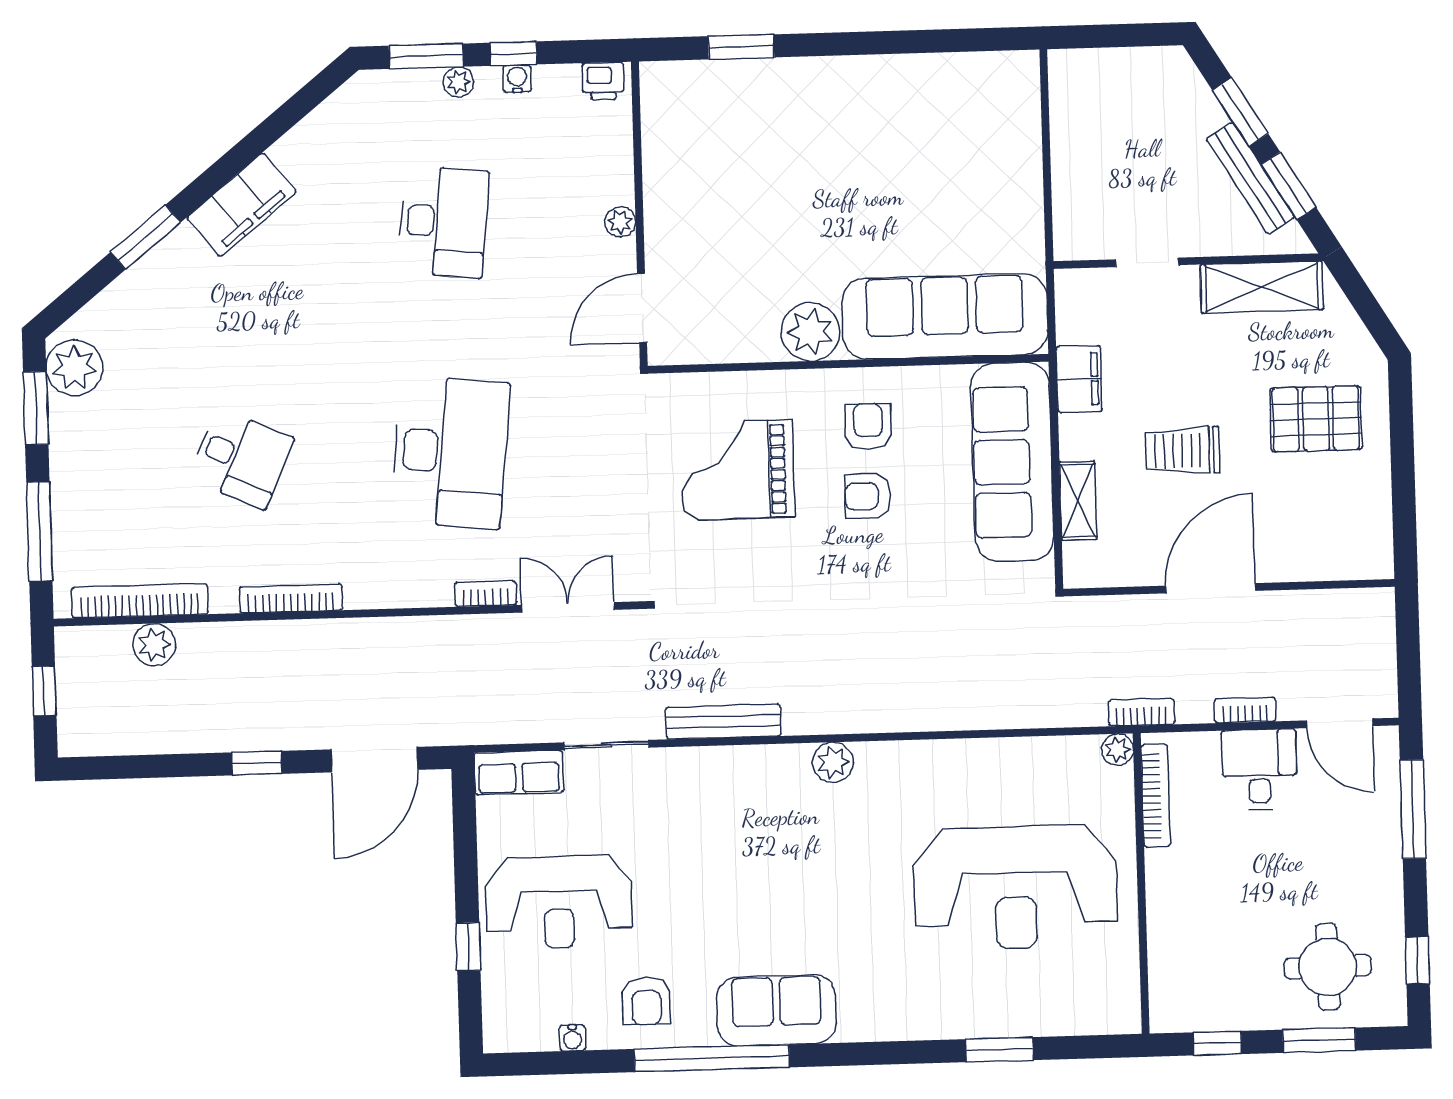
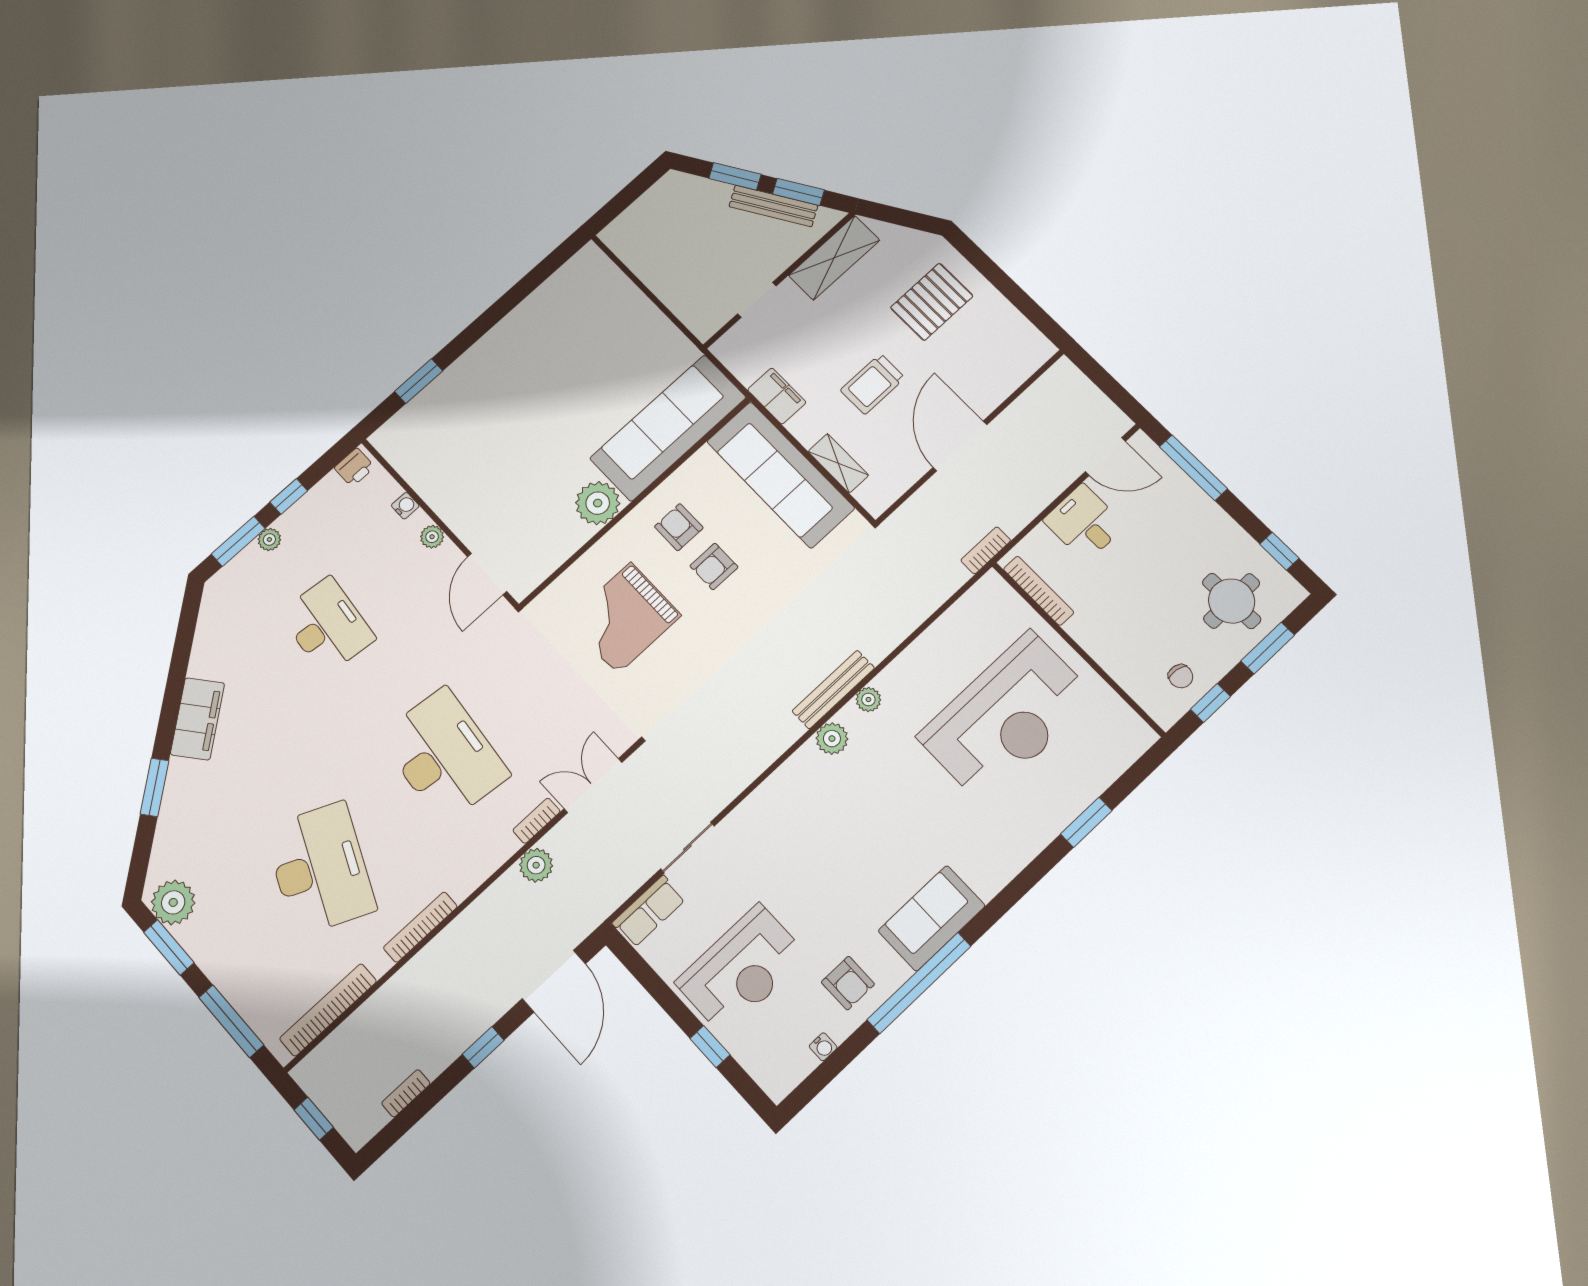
water cooler: (517, 79) -> (405, 506), moved, turned 90
desk: (241, 458) -> (320, 869), width x1.87, depth x1.30
plant: (154, 645) -> (536, 865), moved
bookcase: (1245, 710) -> (406, 1093), moved
bench: (723, 722) -> (833, 690), moved
plant: (1118, 750) -> (868, 700), moved
chair: (1213, 994) -> (1181, 676), added

